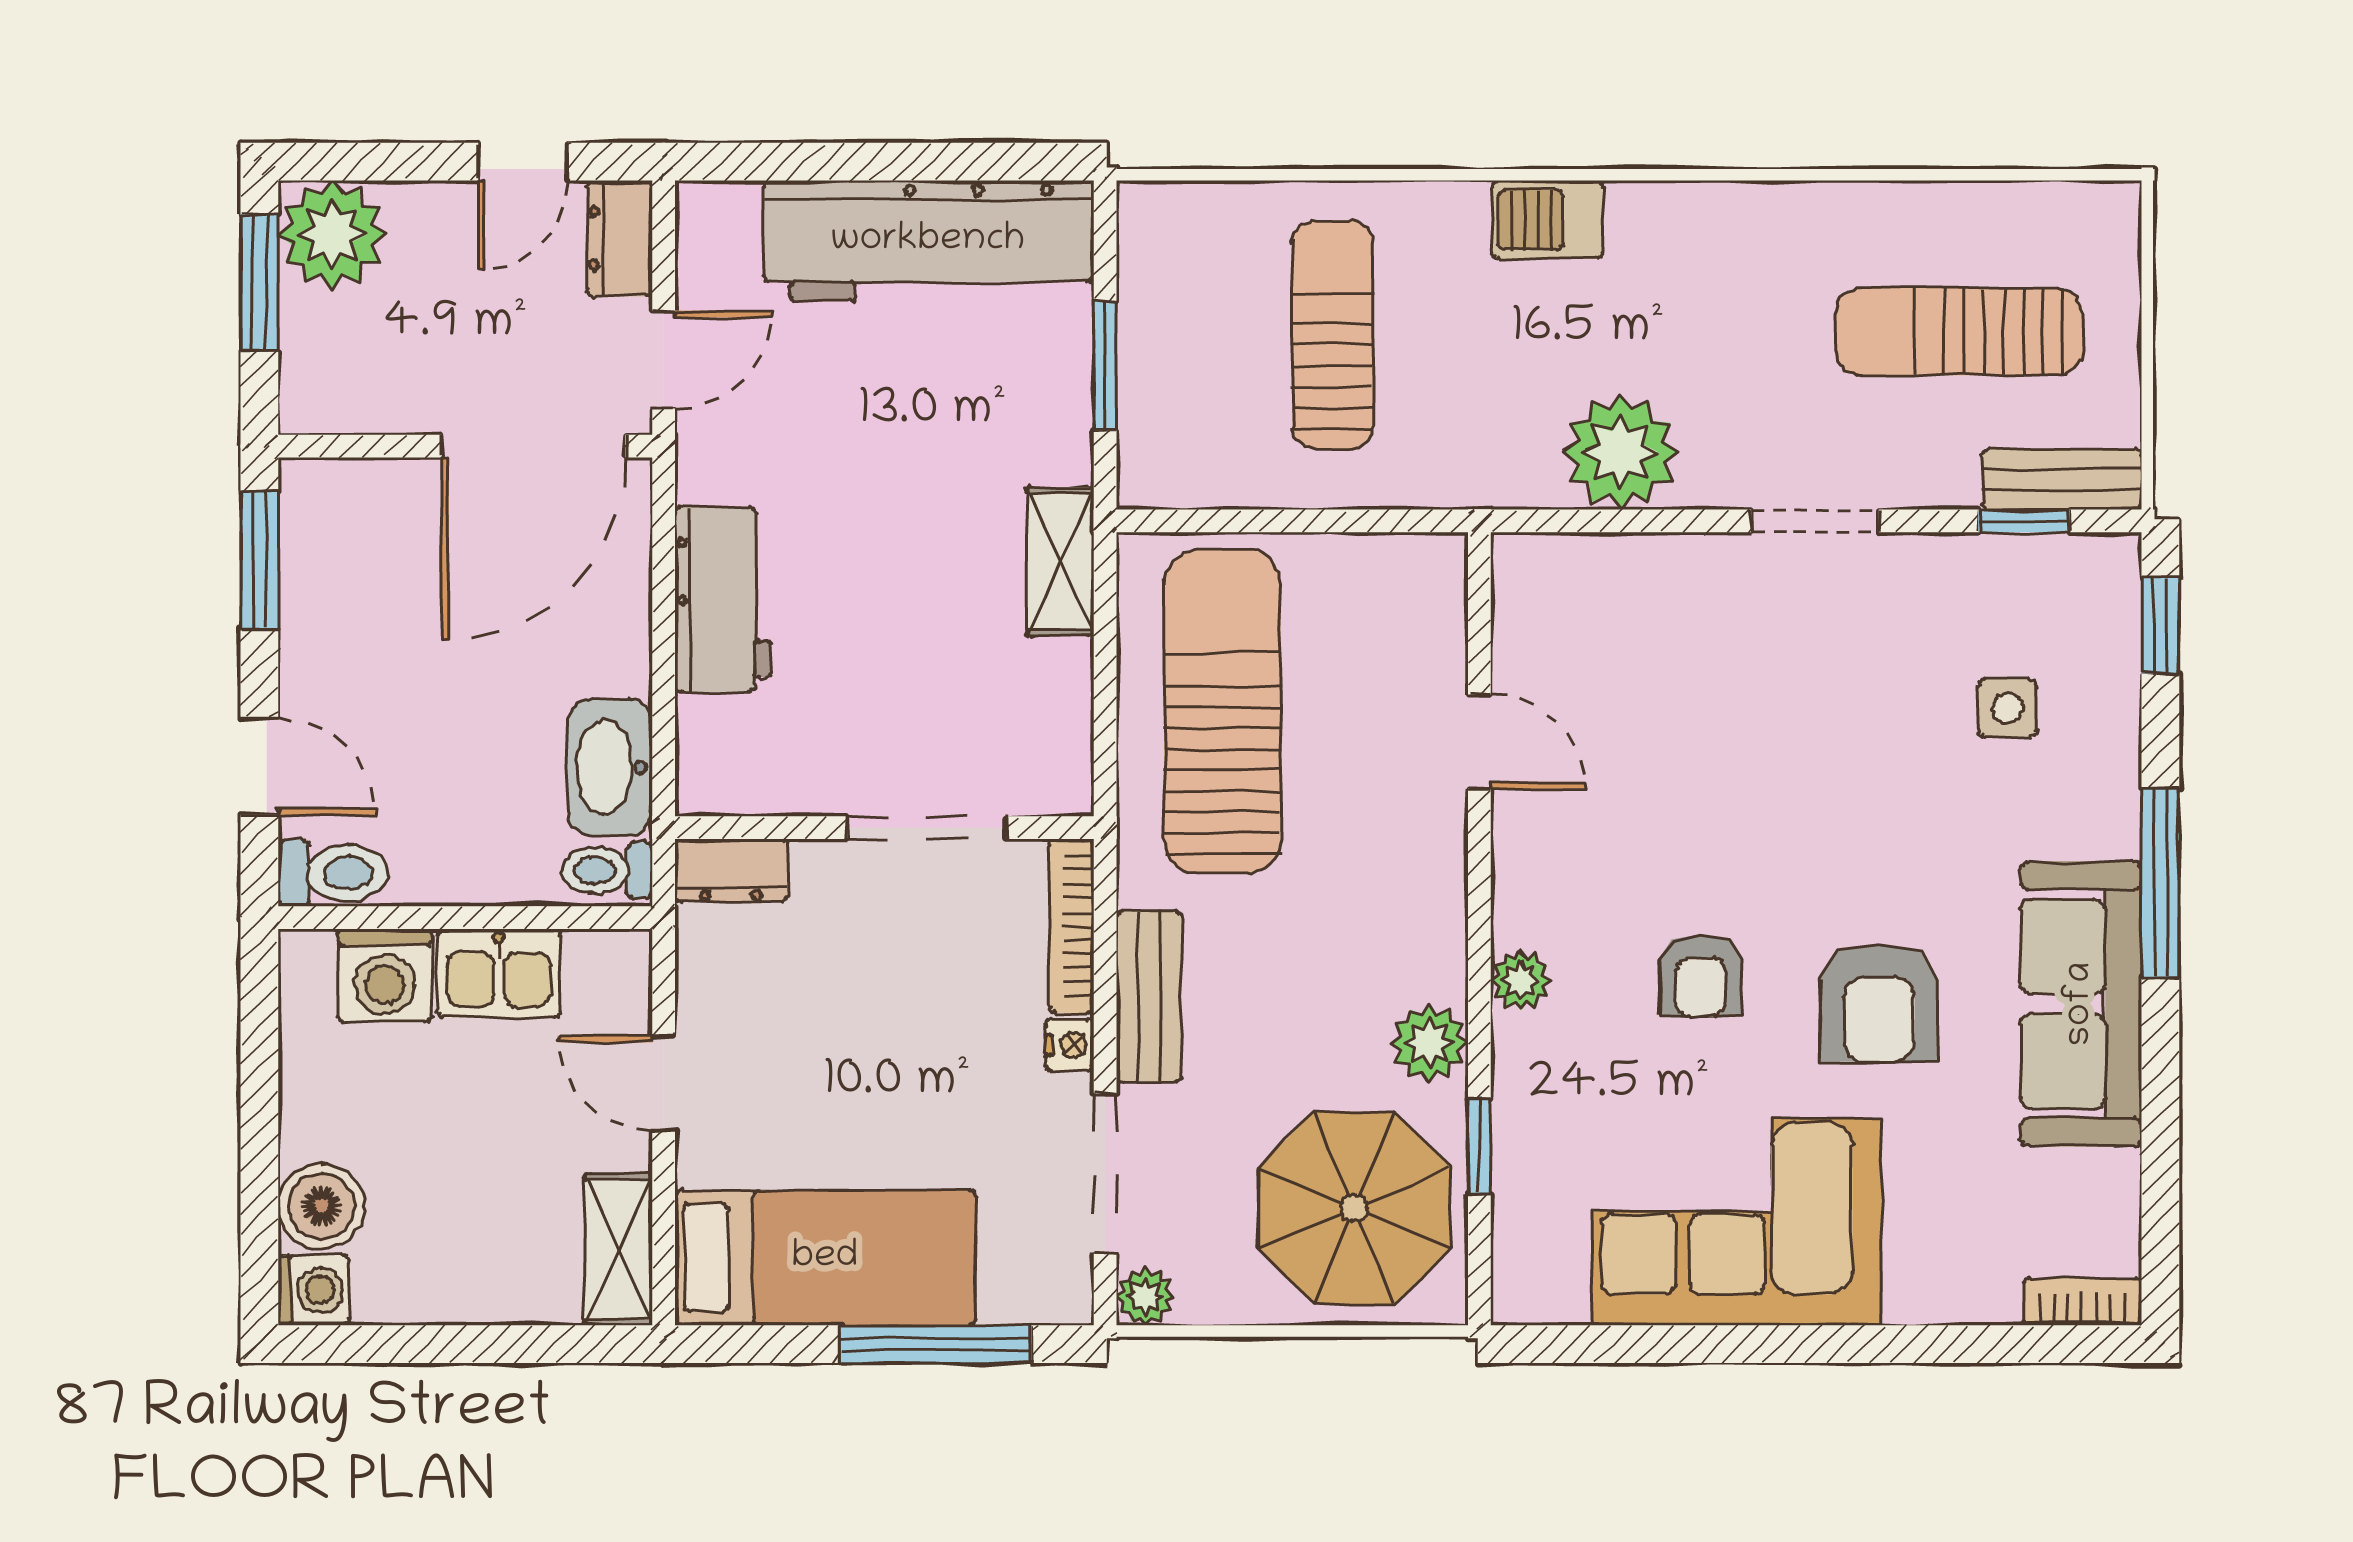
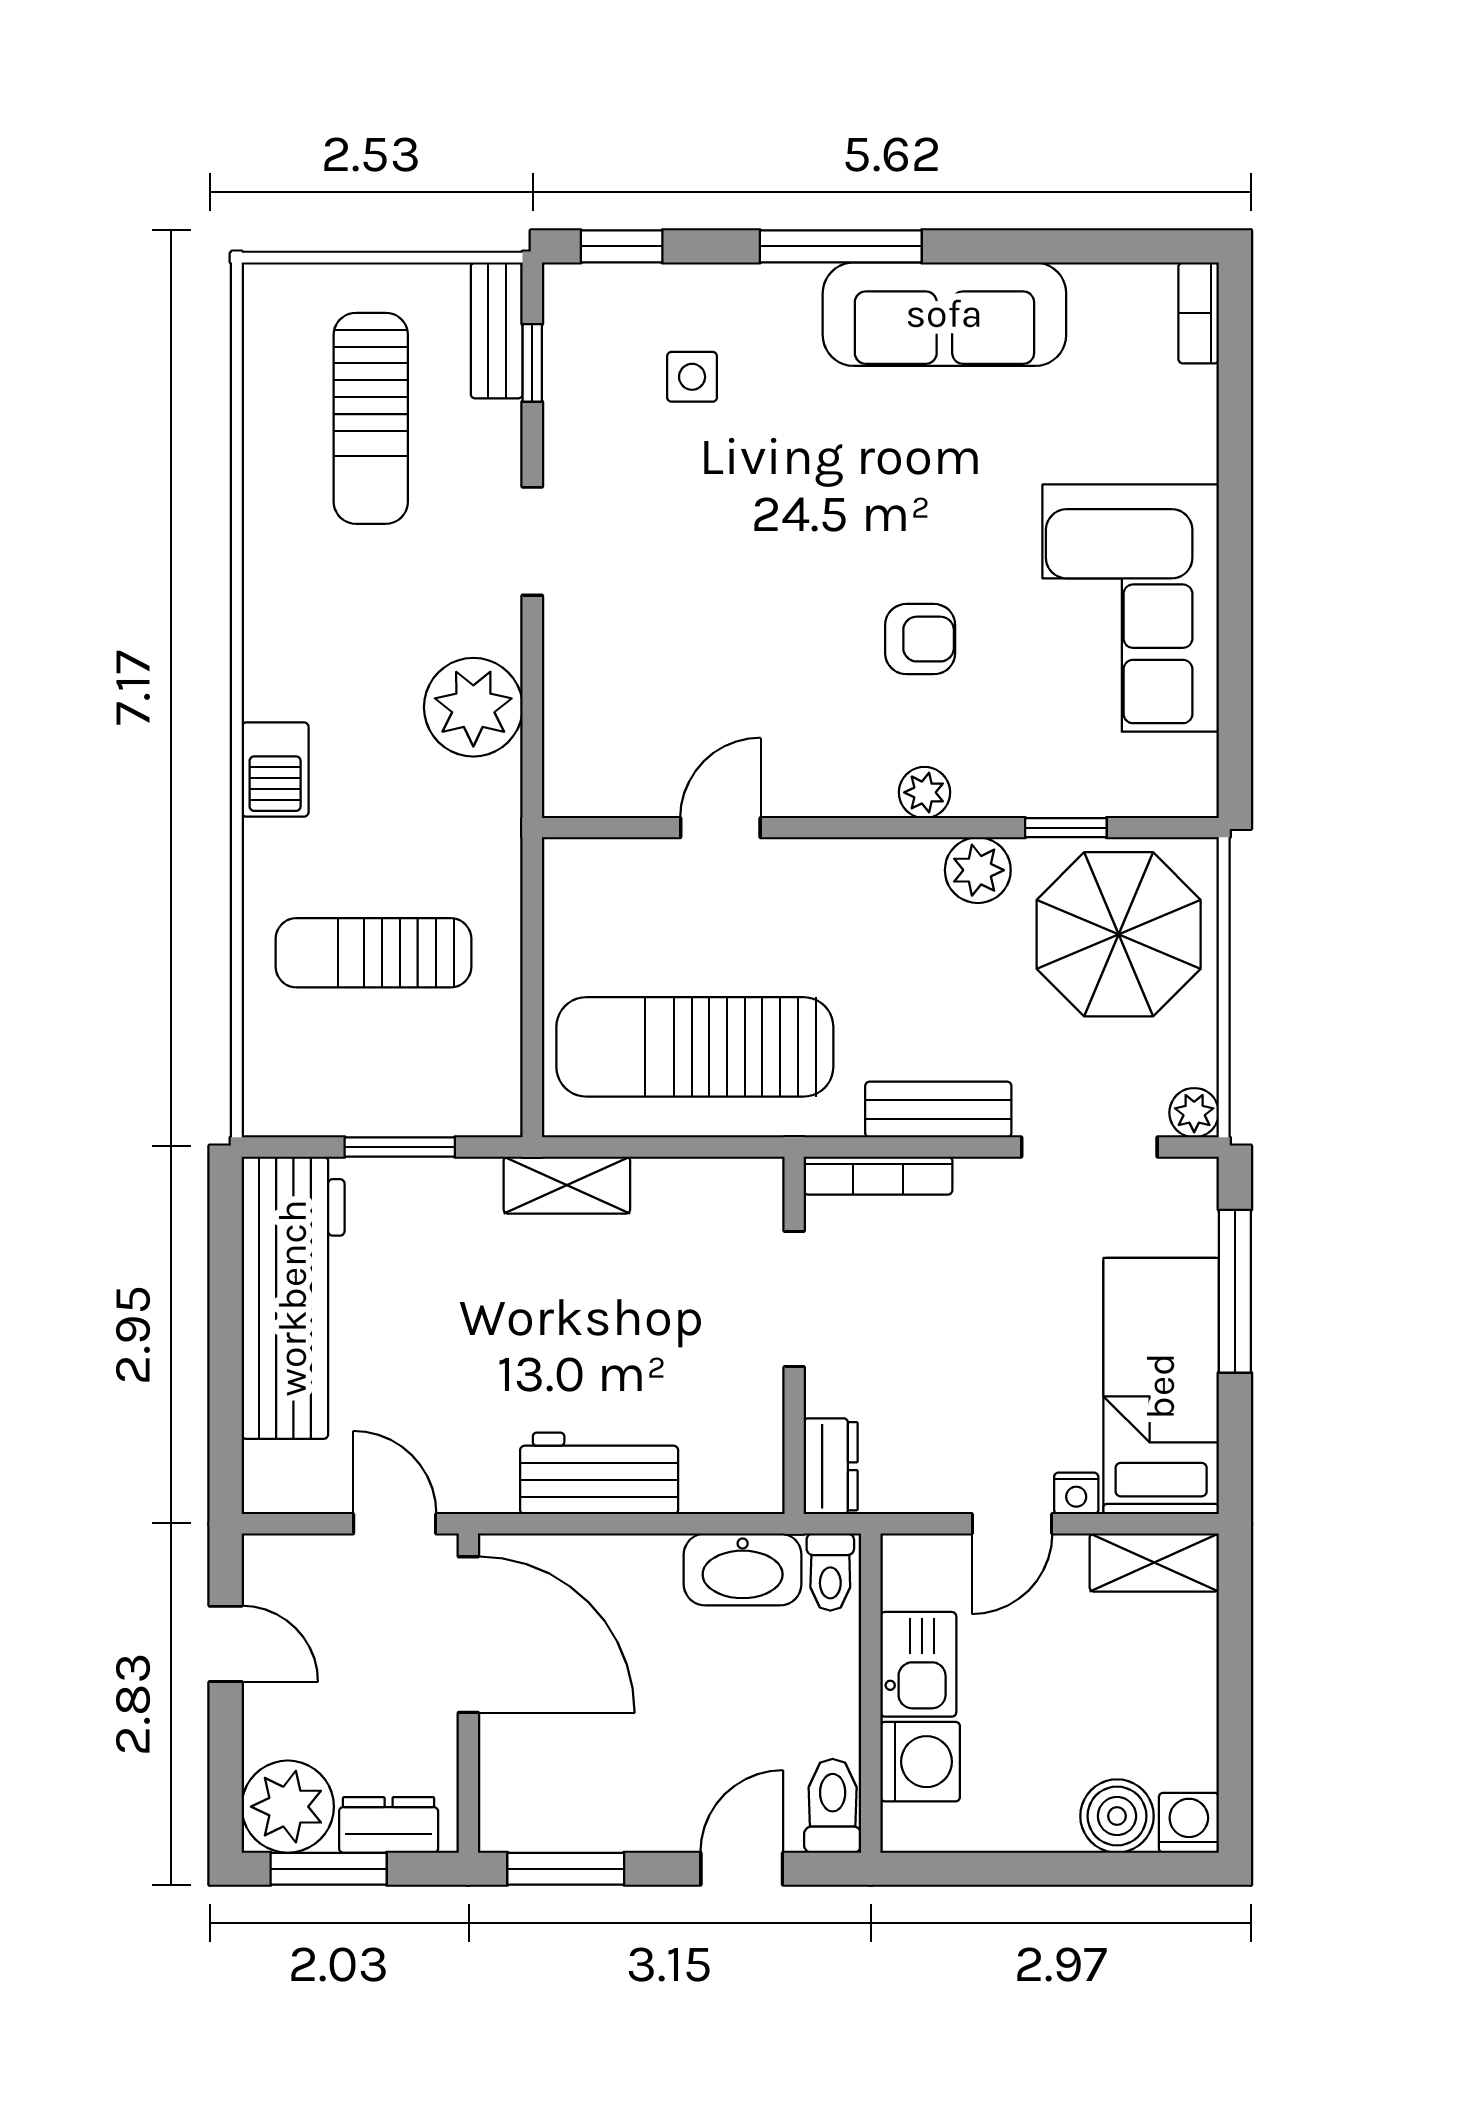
dresser: (620, 238) -> (389, 1825), moved, turned 180
armchair: (1879, 1003) -> (944, 487), removed
nightstand: (1069, 1045) -> (1076, 1493), moved, turned 180

